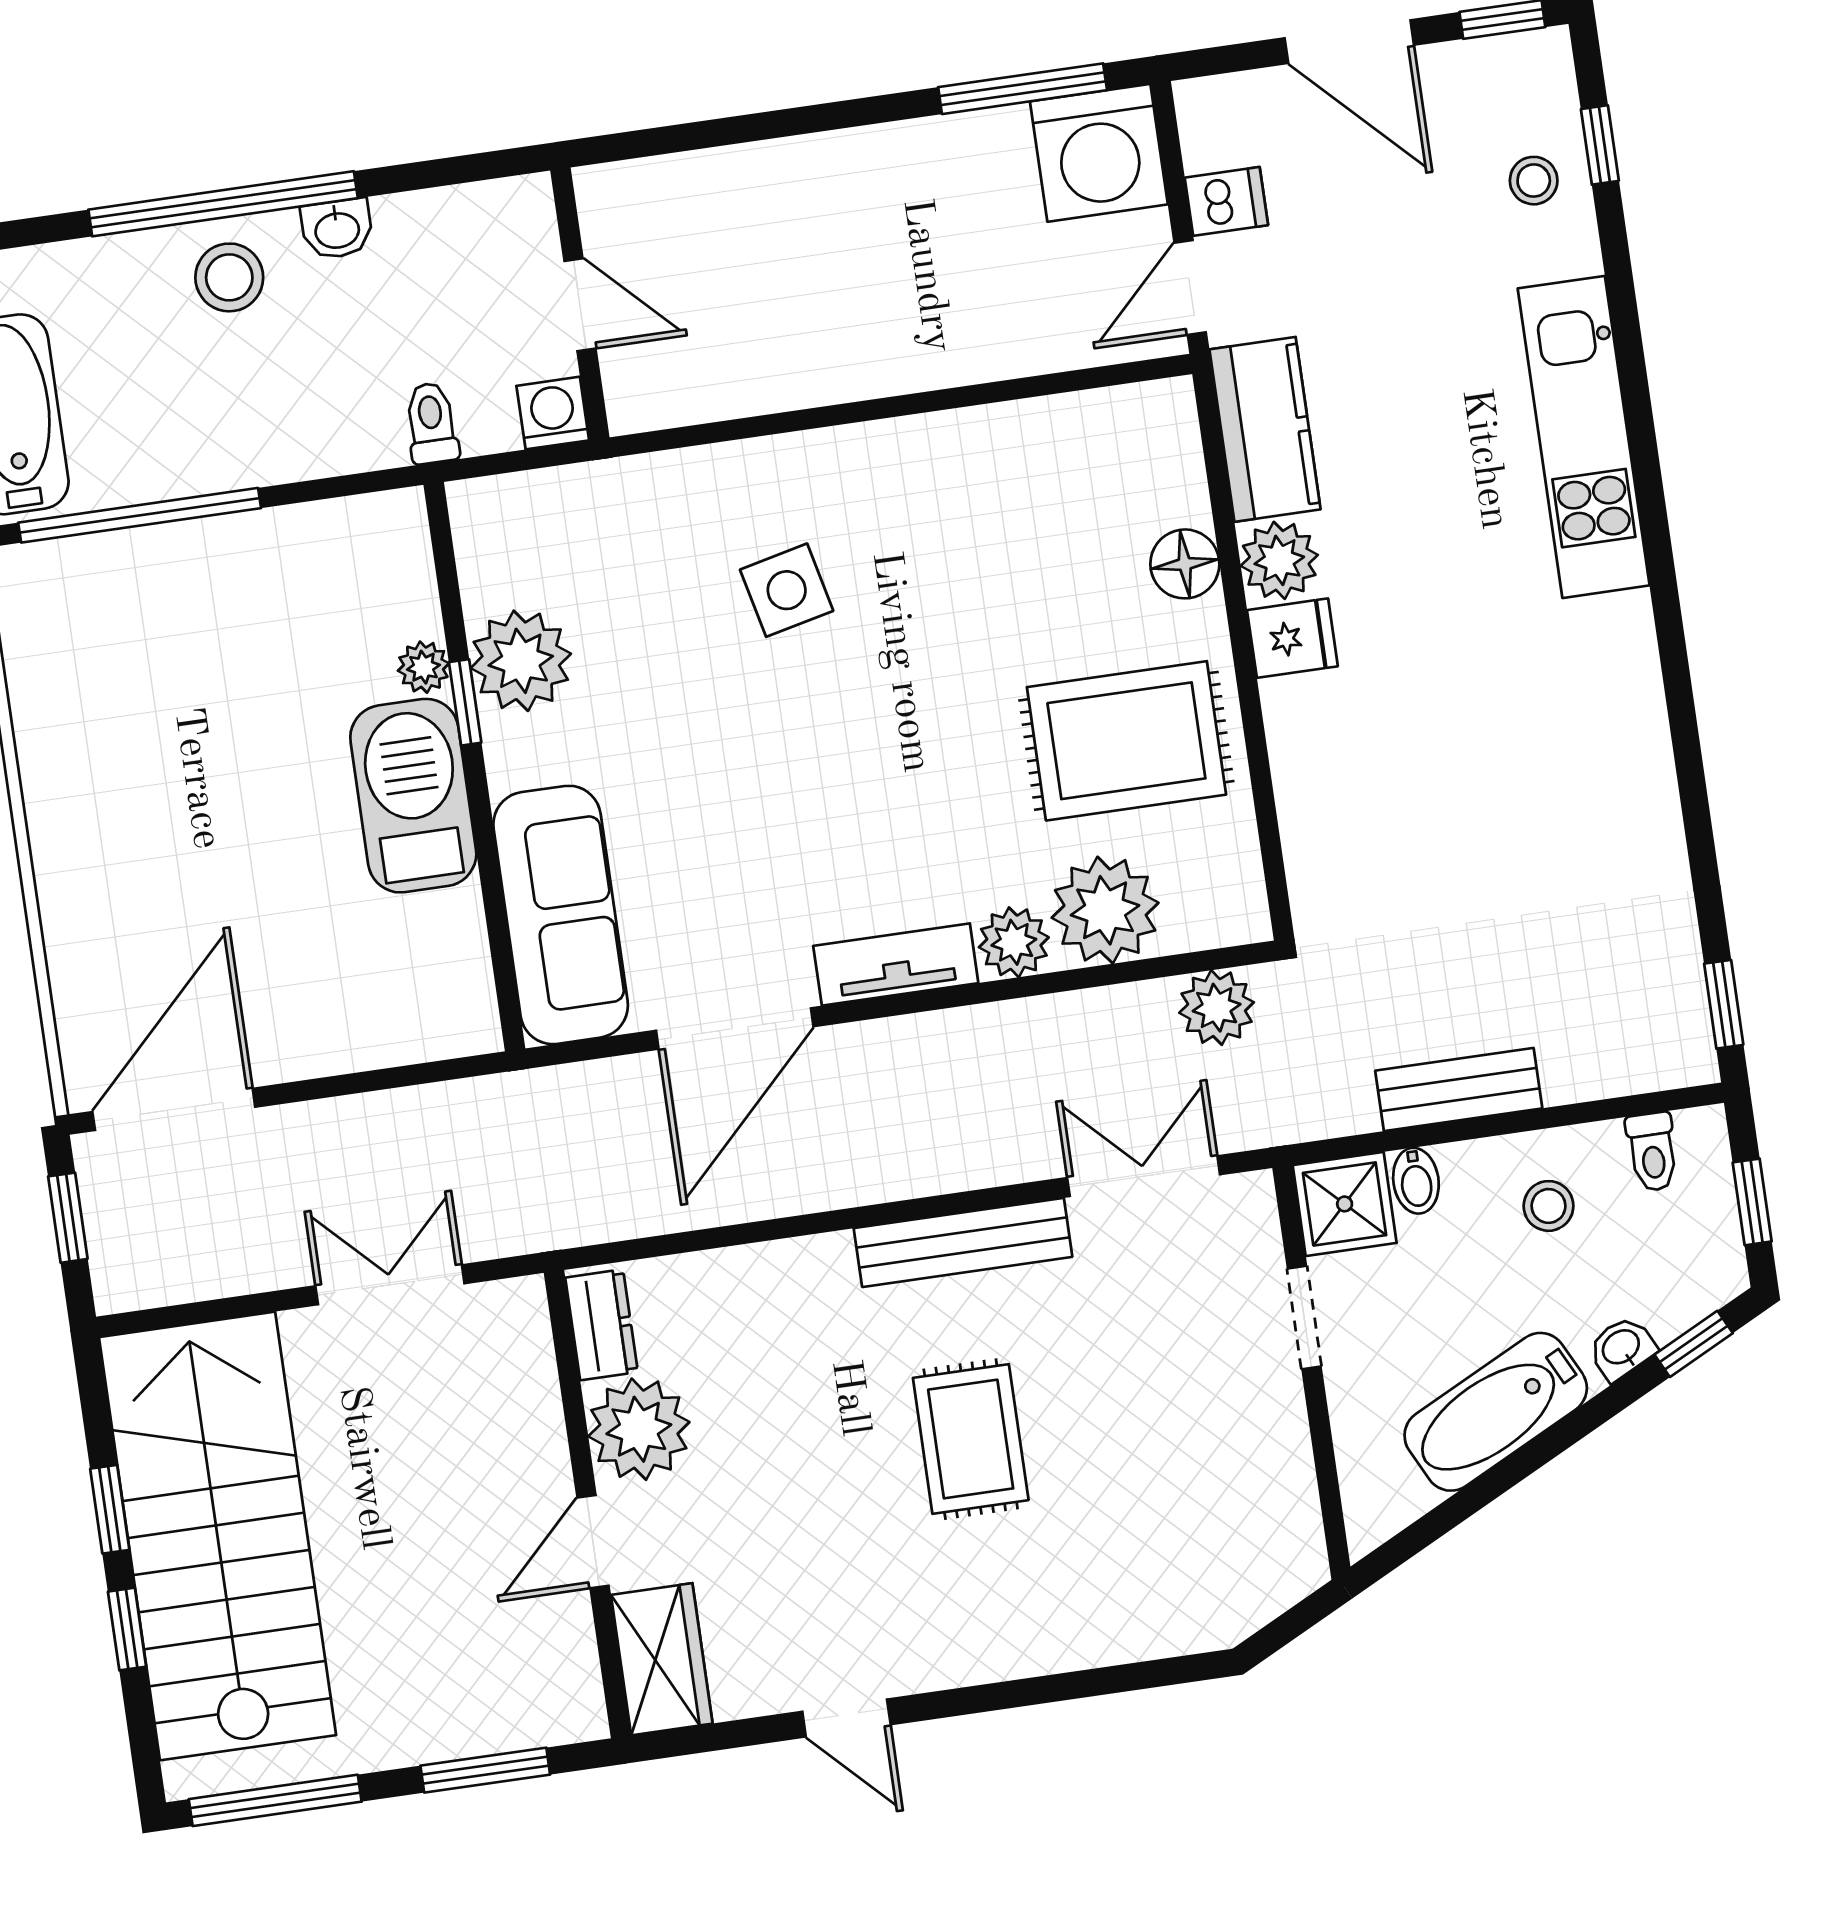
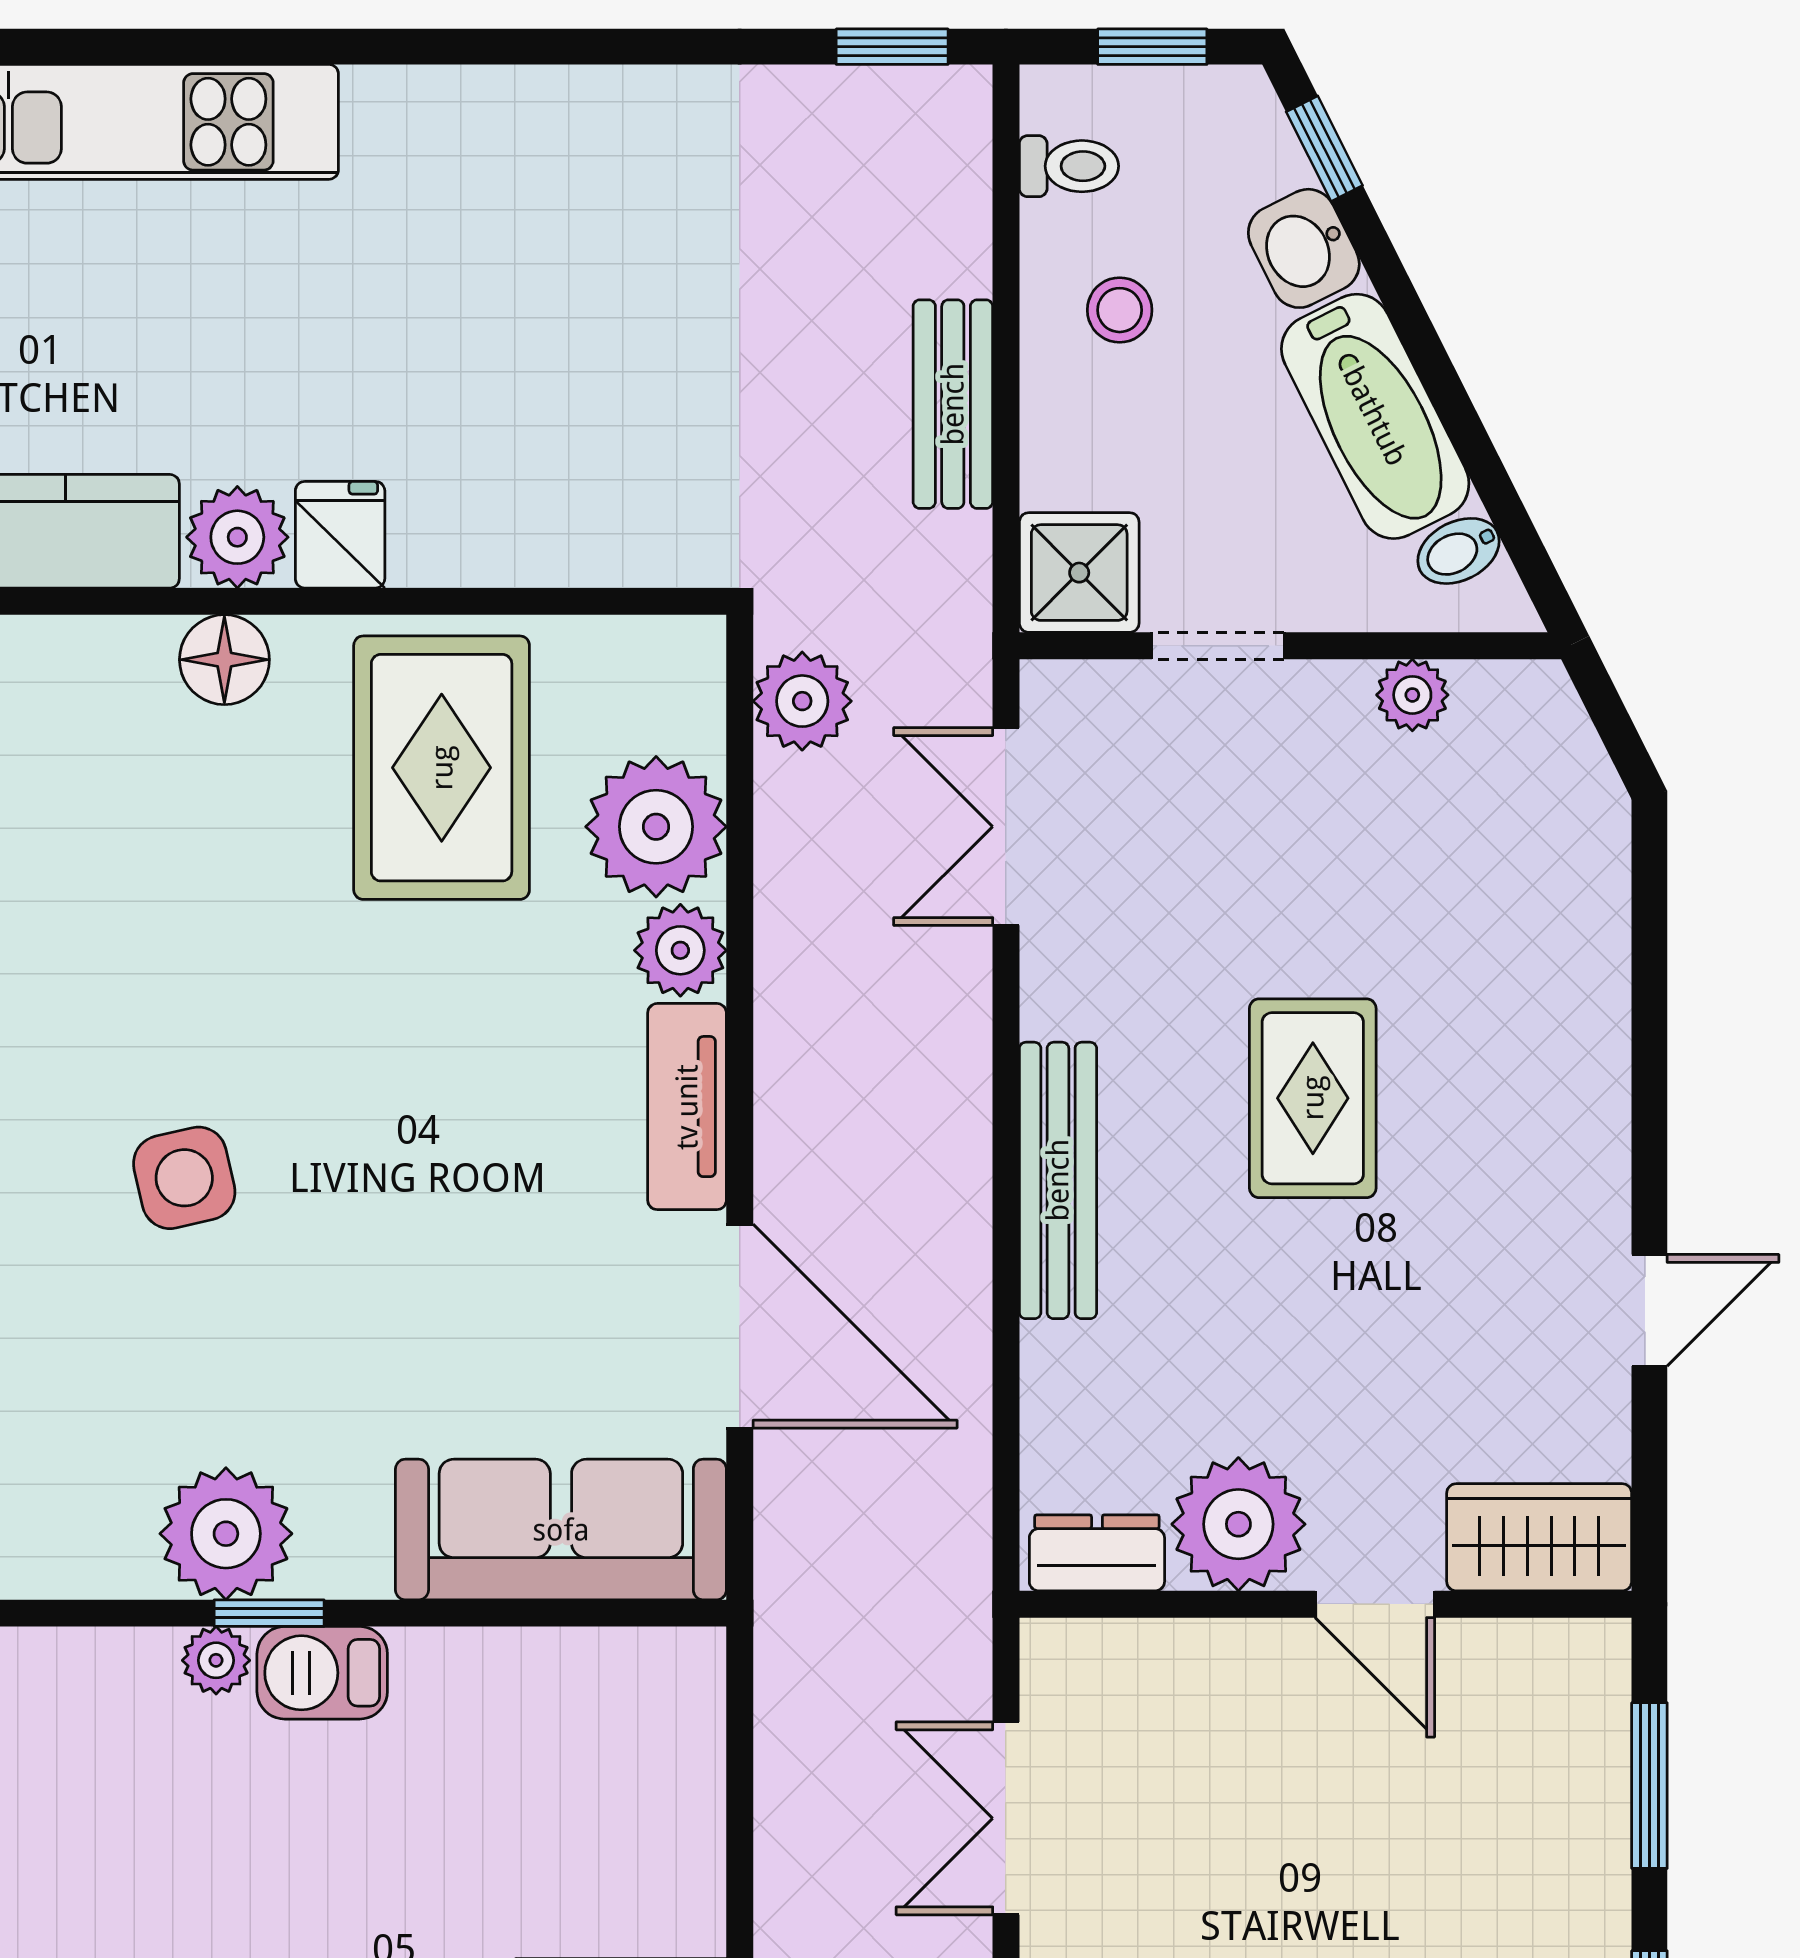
barbecue: (413, 796) -> (322, 1673), width x0.53, depth x0.65
bidet: (1416, 1181) -> (1458, 551), moved, turned 153
bench: (963, 1243) -> (1058, 1180), moved
washbasin: (1622, 1348) -> (1304, 248), width x1.38, depth x1.45
rug: (971, 1439) -> (1313, 1098), turned 90
plant: (1288, 1471) -> (1412, 695), added

